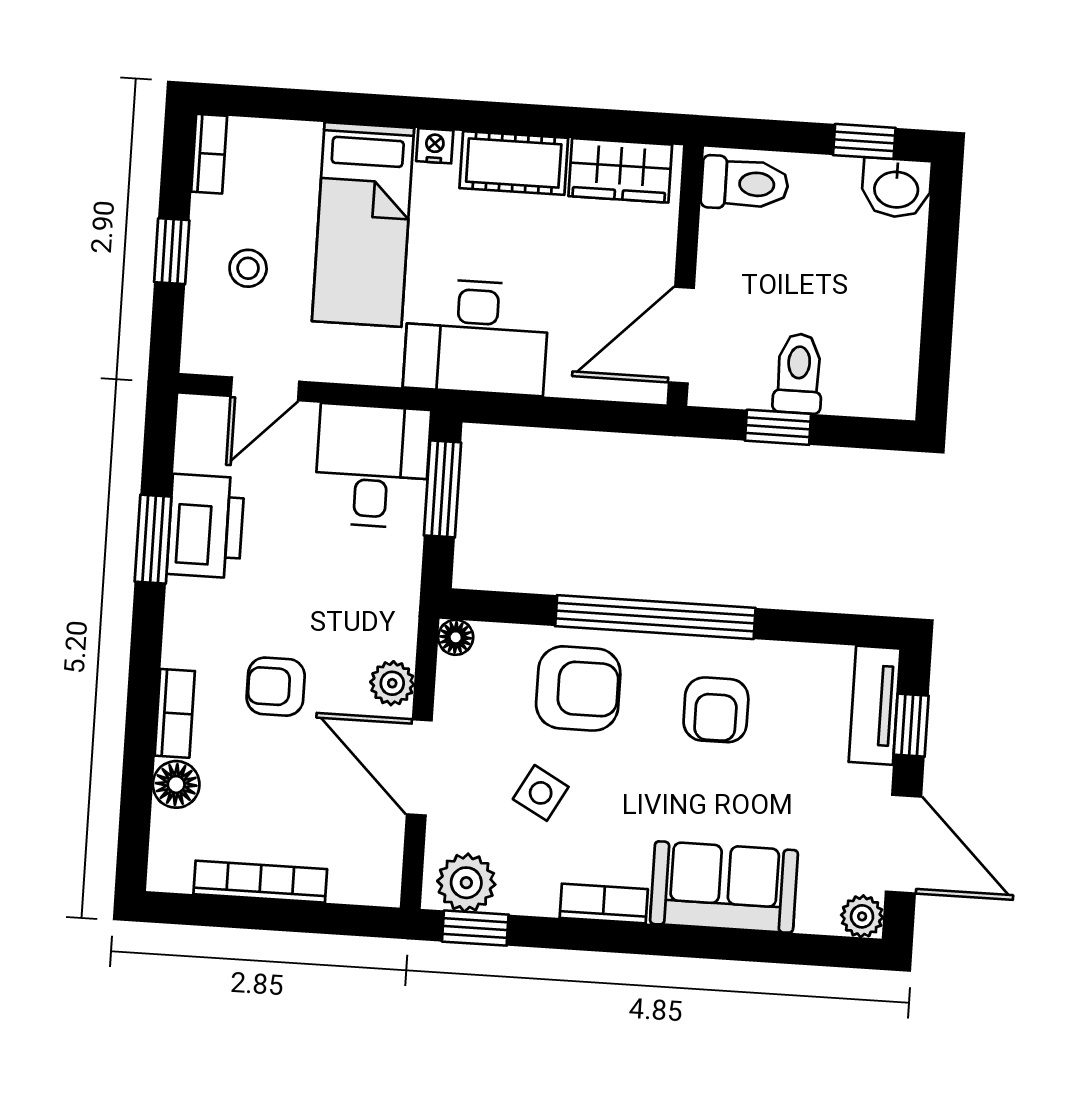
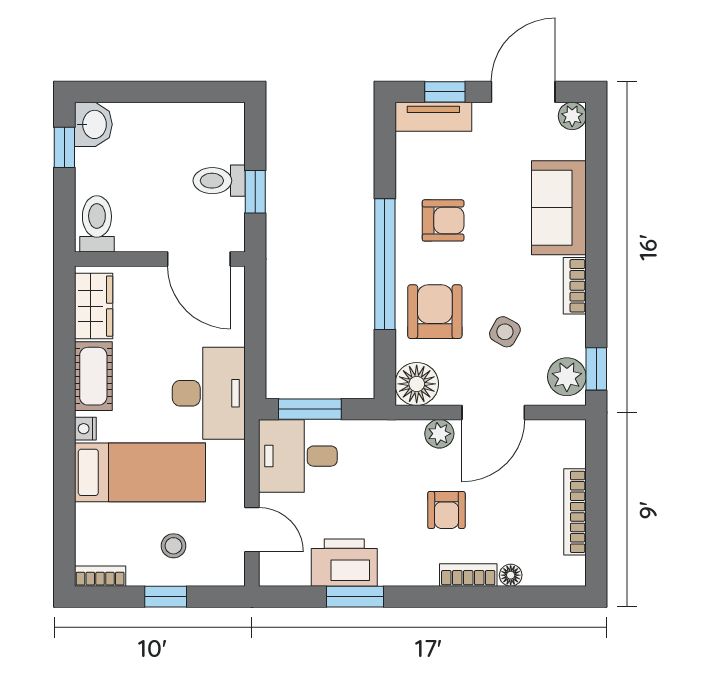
floor lamp: (456, 637) -> (417, 384), width x1.89, depth x1.89
floor lamp: (176, 784) -> (511, 575), width x0.73, depth x0.73

